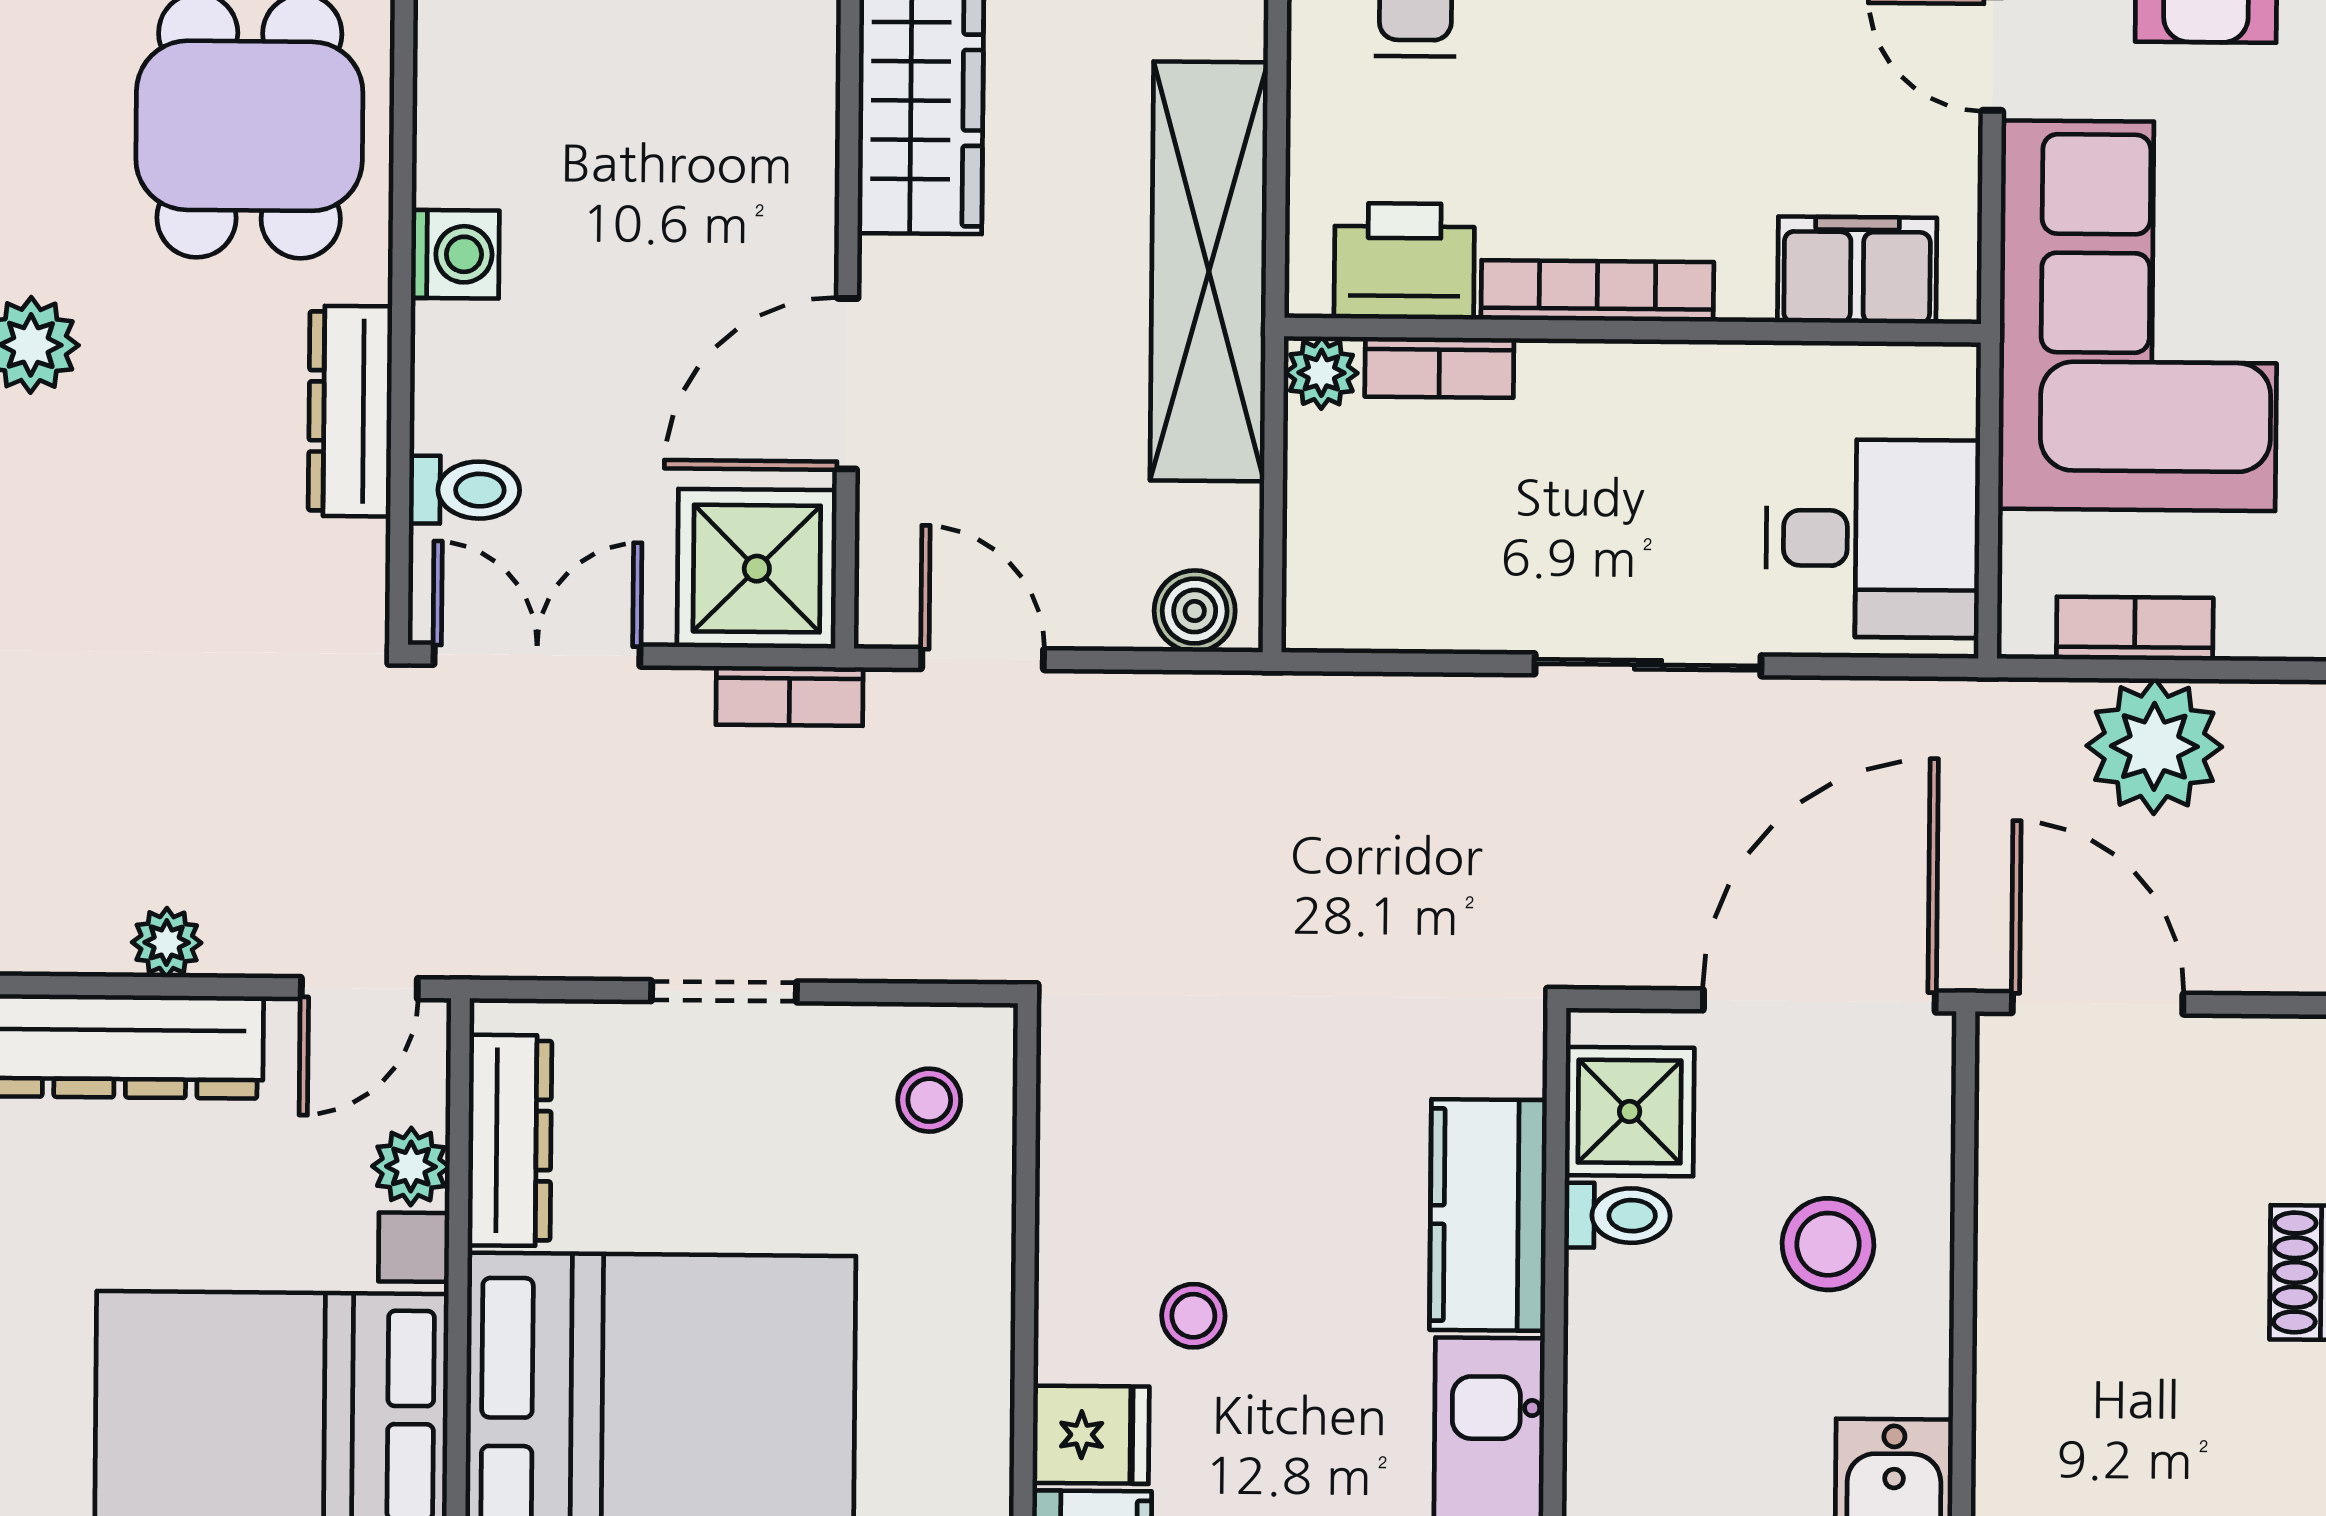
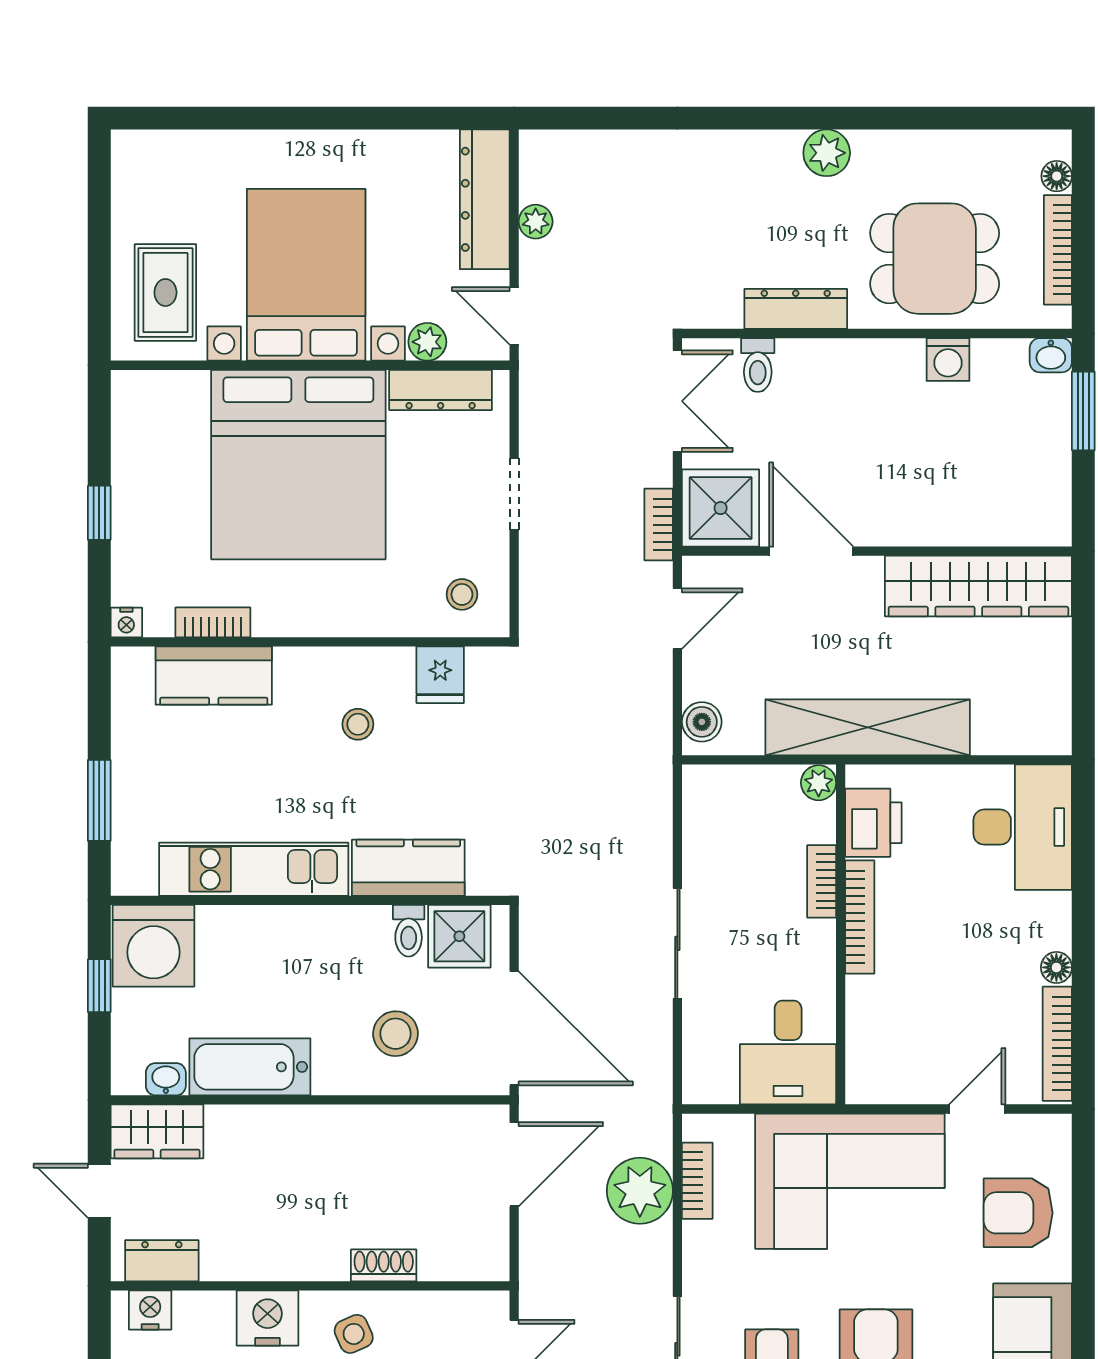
washing machine: (455, 254) -> (948, 359), moved
filing cabinet: (1857, 270) -> (871, 1044), removed
bookcase: (1439, 367) -> (822, 881), moved
desk: (1873, 538) -> (788, 1053), moved
fridge: (1091, 1435) -> (440, 675), moved

